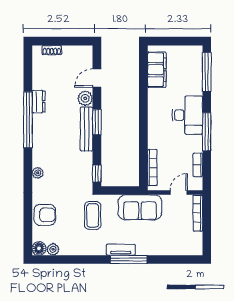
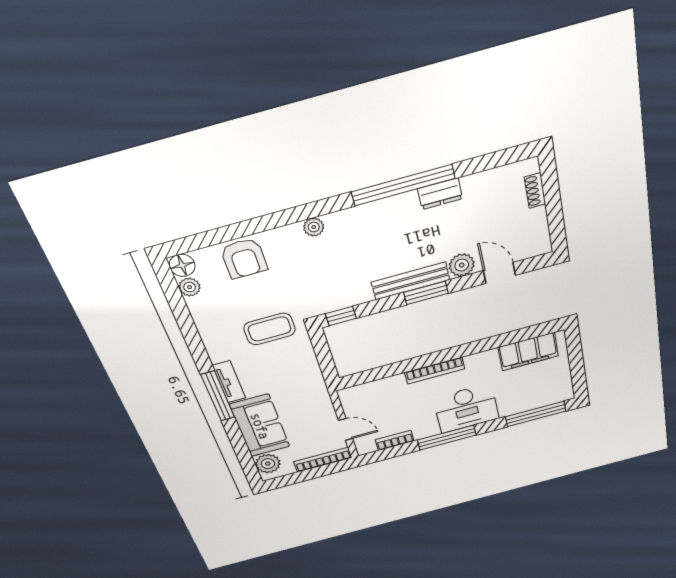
bookcase: (152, 168) -> (435, 370), moved
sofa: (140, 207) -> (260, 426), moved, turned 180
plant: (189, 247) -> (268, 464), added

